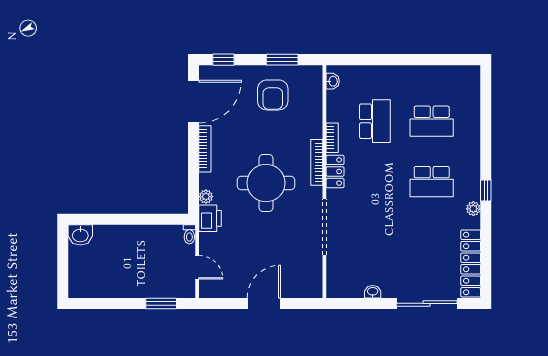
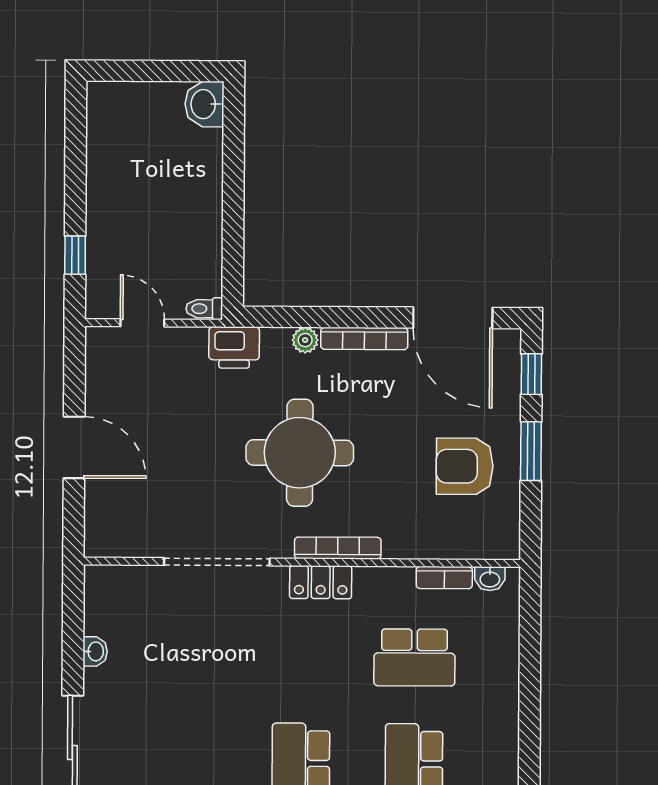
window: (282, 60) -> (531, 451), moved
bookcase: (332, 138) -> (444, 578), moved
plant: (206, 197) -> (305, 340), moved
door: (197, 267) -> (142, 323), swing flipped
window: (161, 303) -> (75, 255), width x0.67

